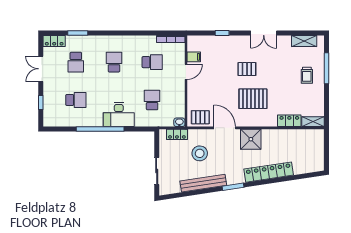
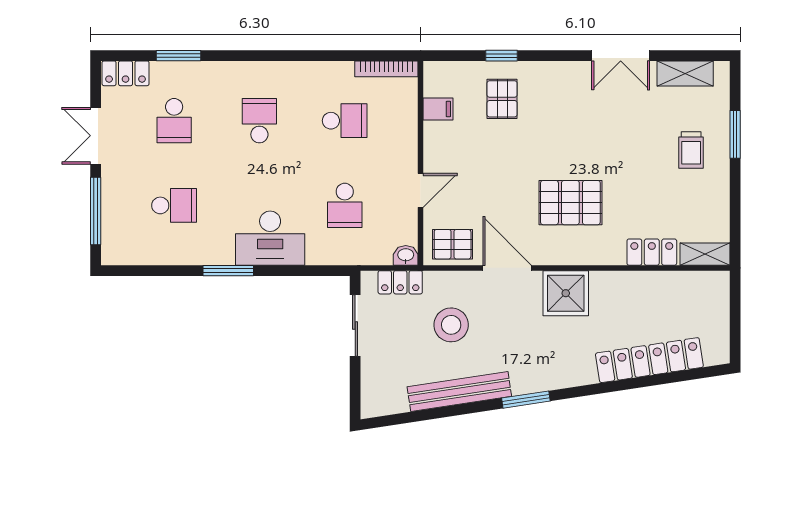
double door: (264, 33) -> (621, 56), moved
window: (327, 68) -> (735, 134), width x0.69
pallet: (247, 69) -> (502, 99), moved, turned 90
door: (186, 72) -> (421, 190), moved
school desk: (152, 100) -> (345, 205), turned 180
window: (41, 103) -> (96, 211), width x2.17
window: (100, 129) -> (228, 271), width x0.47
sliding door: (157, 171) -> (355, 325), moved
locker: (269, 172) -> (649, 360), moved

